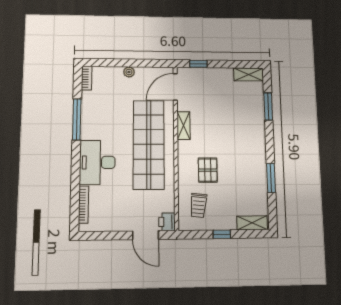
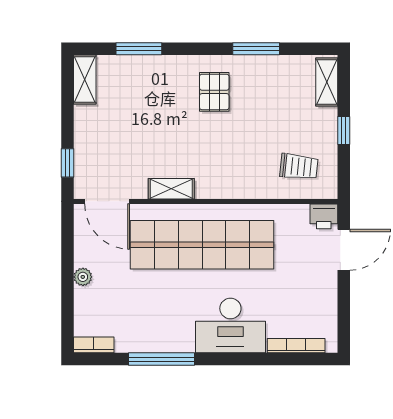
pallet: (208, 170) -> (214, 92), moved, turned 90

